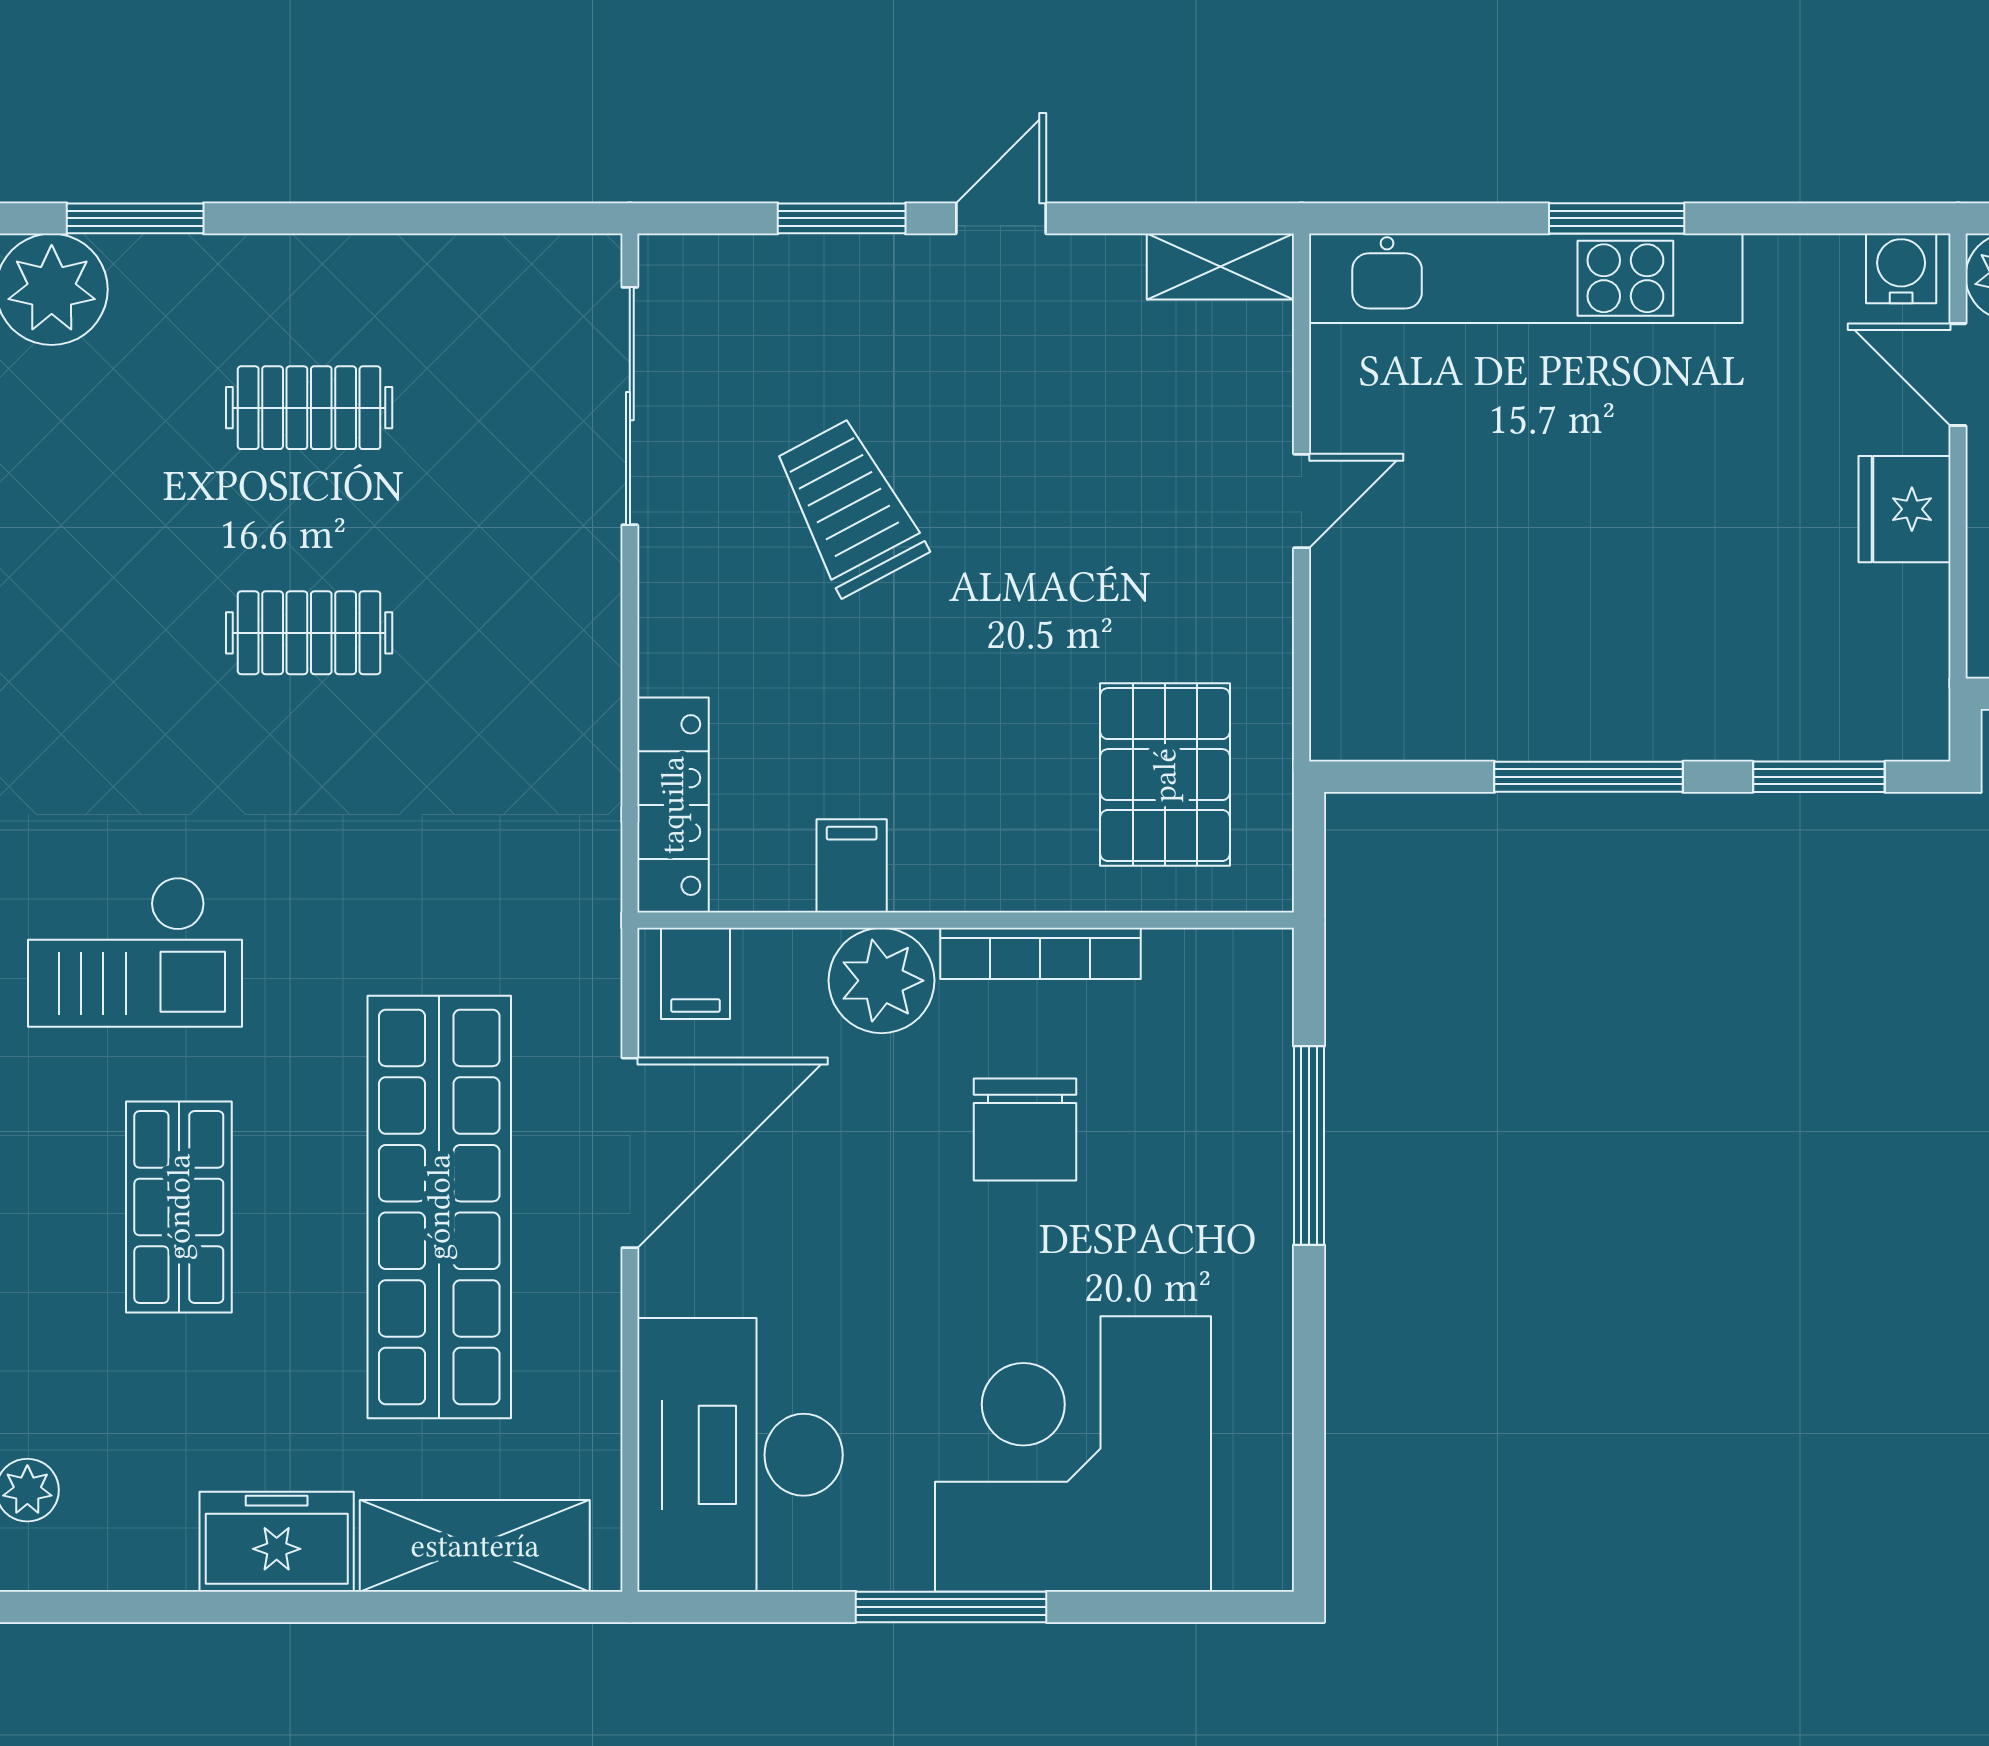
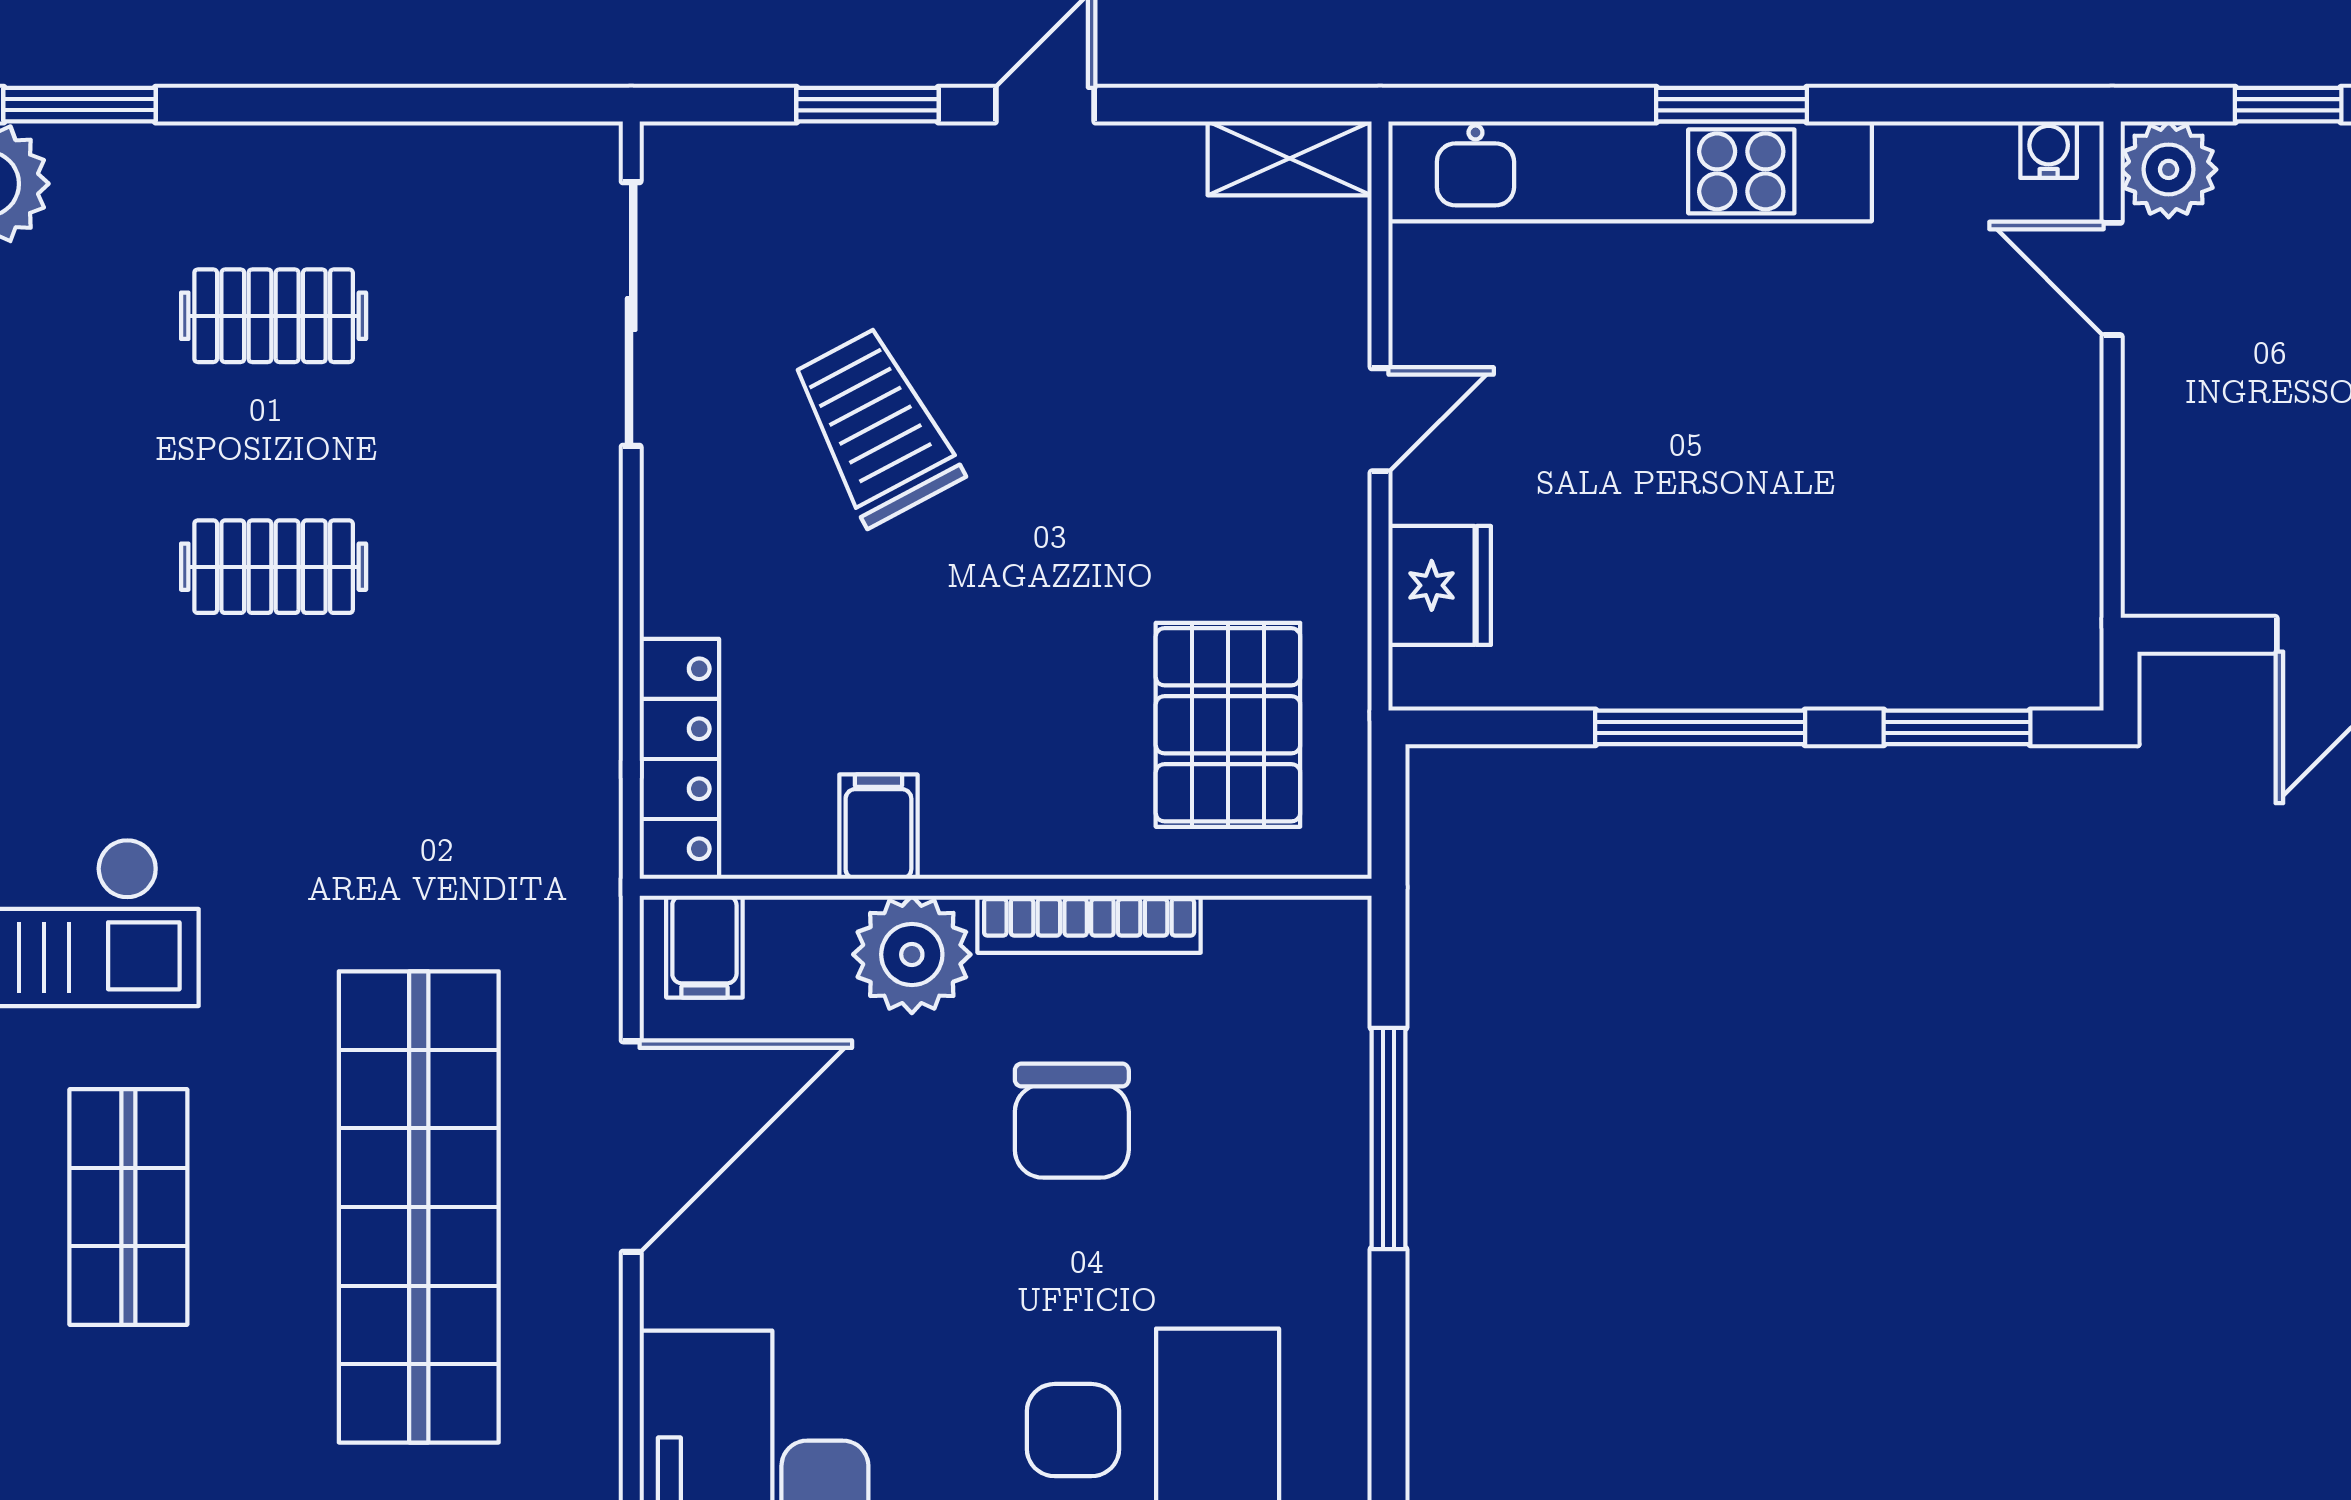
water cooler: (1901, 268) -> (2049, 150), width x0.72, depth x0.72
fridge: (1905, 509) -> (1440, 585), moved, turned 180

